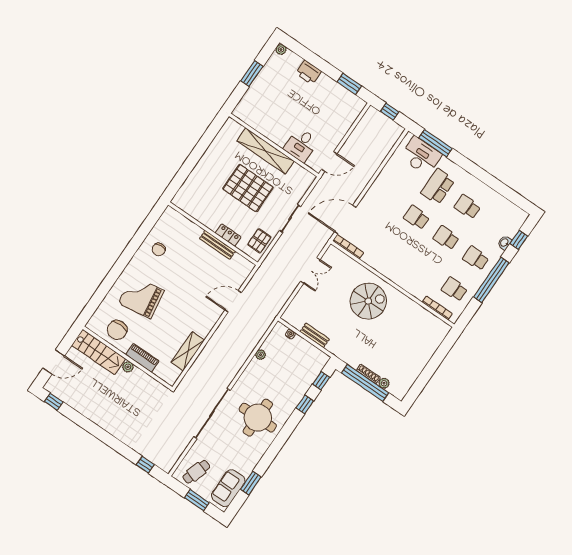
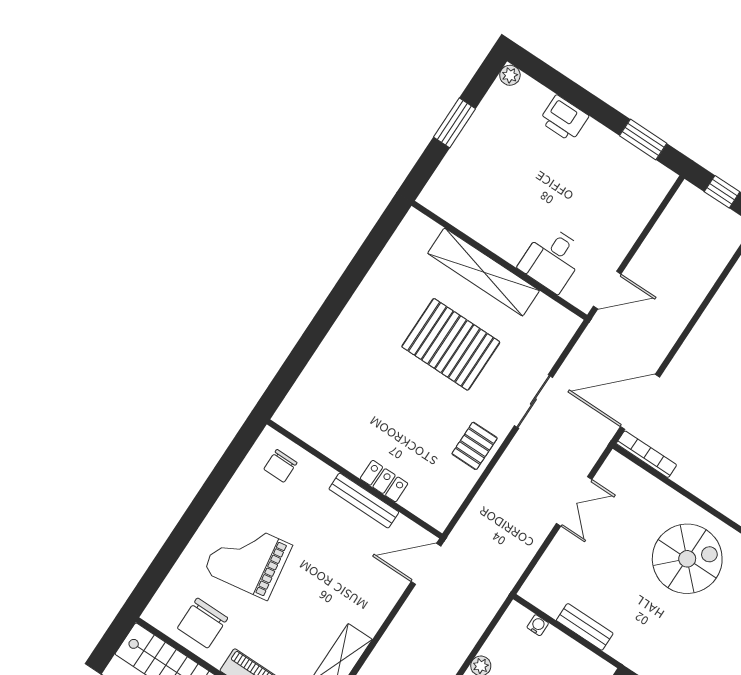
wall: (213, 234) -> (355, 479), moved
locker: (228, 235) -> (384, 481), moved
bench: (217, 245) -> (364, 501), moved

